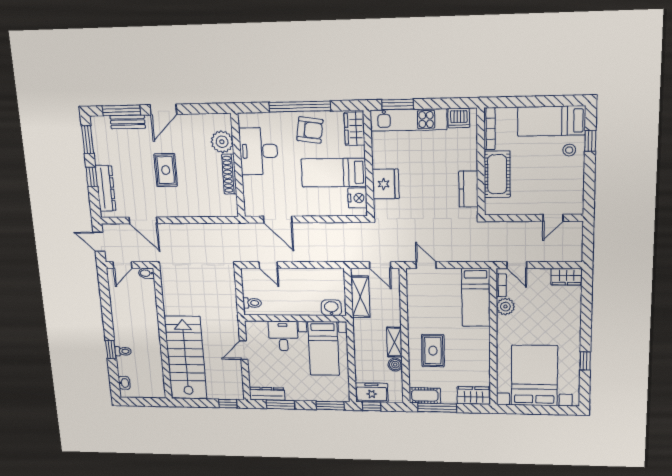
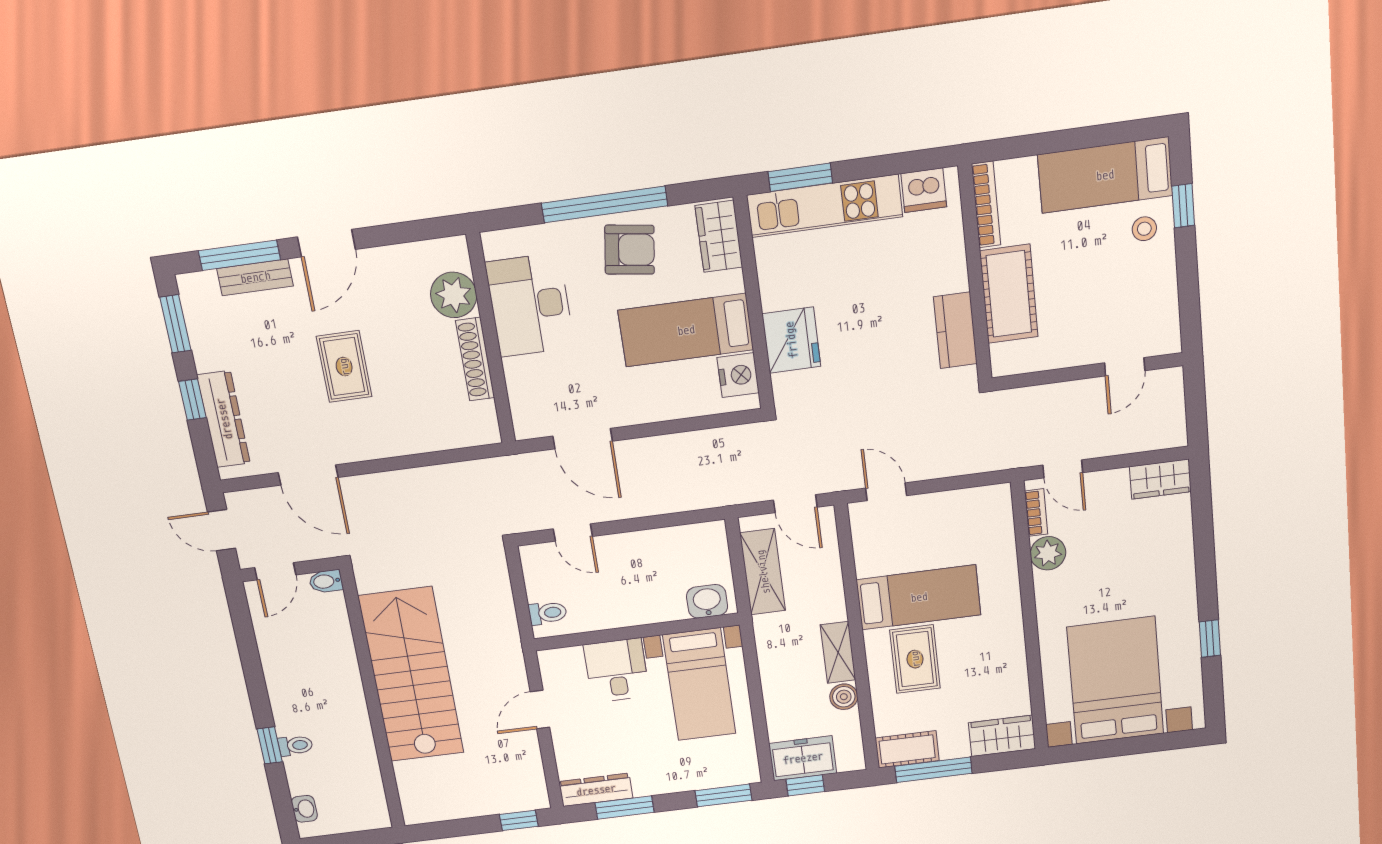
bed: (476, 297) -> (919, 597), moved, turned -90
stairs: (186, 358) -> (411, 675), moved

